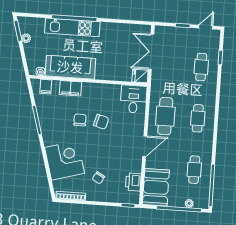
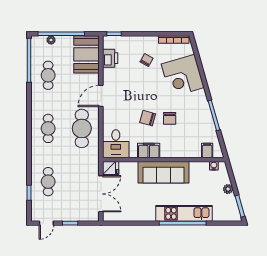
plant: (26, 38) -> (228, 189), moved
sofa: (70, 67) -> (163, 172), moved
filing cabinet: (70, 88) -> (149, 150), moved

